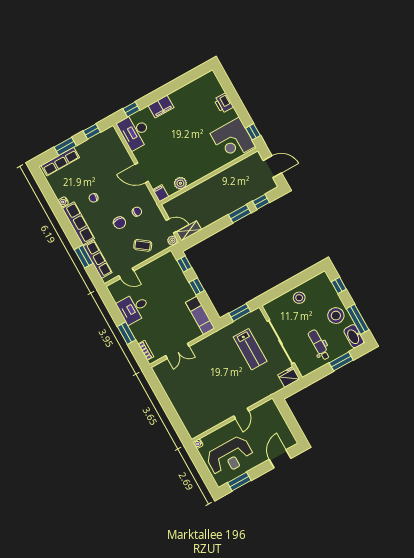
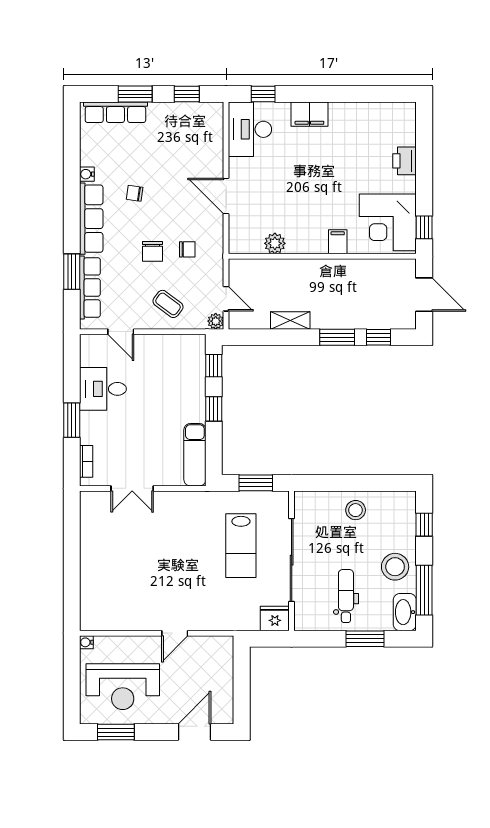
filing cabinet: (161, 193) -> (338, 242), moved
shelving: (189, 231) -> (290, 320), moved

